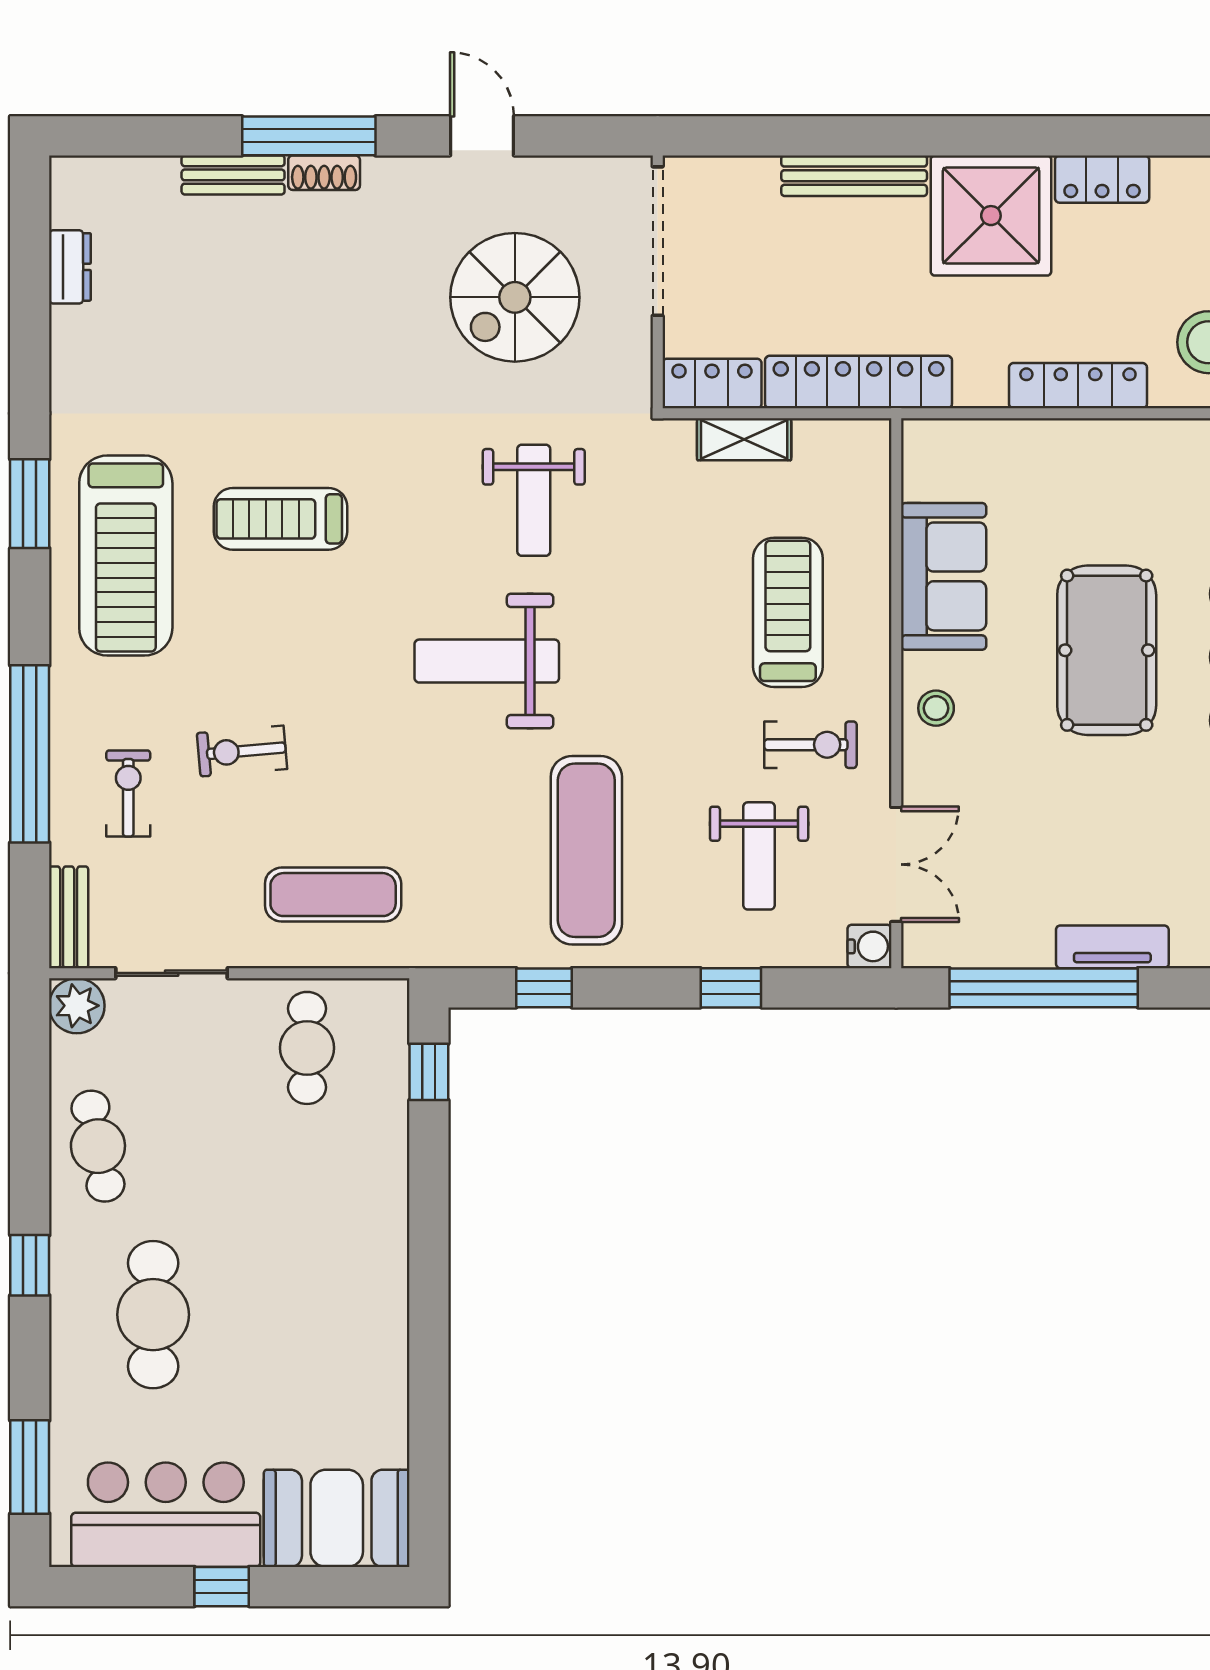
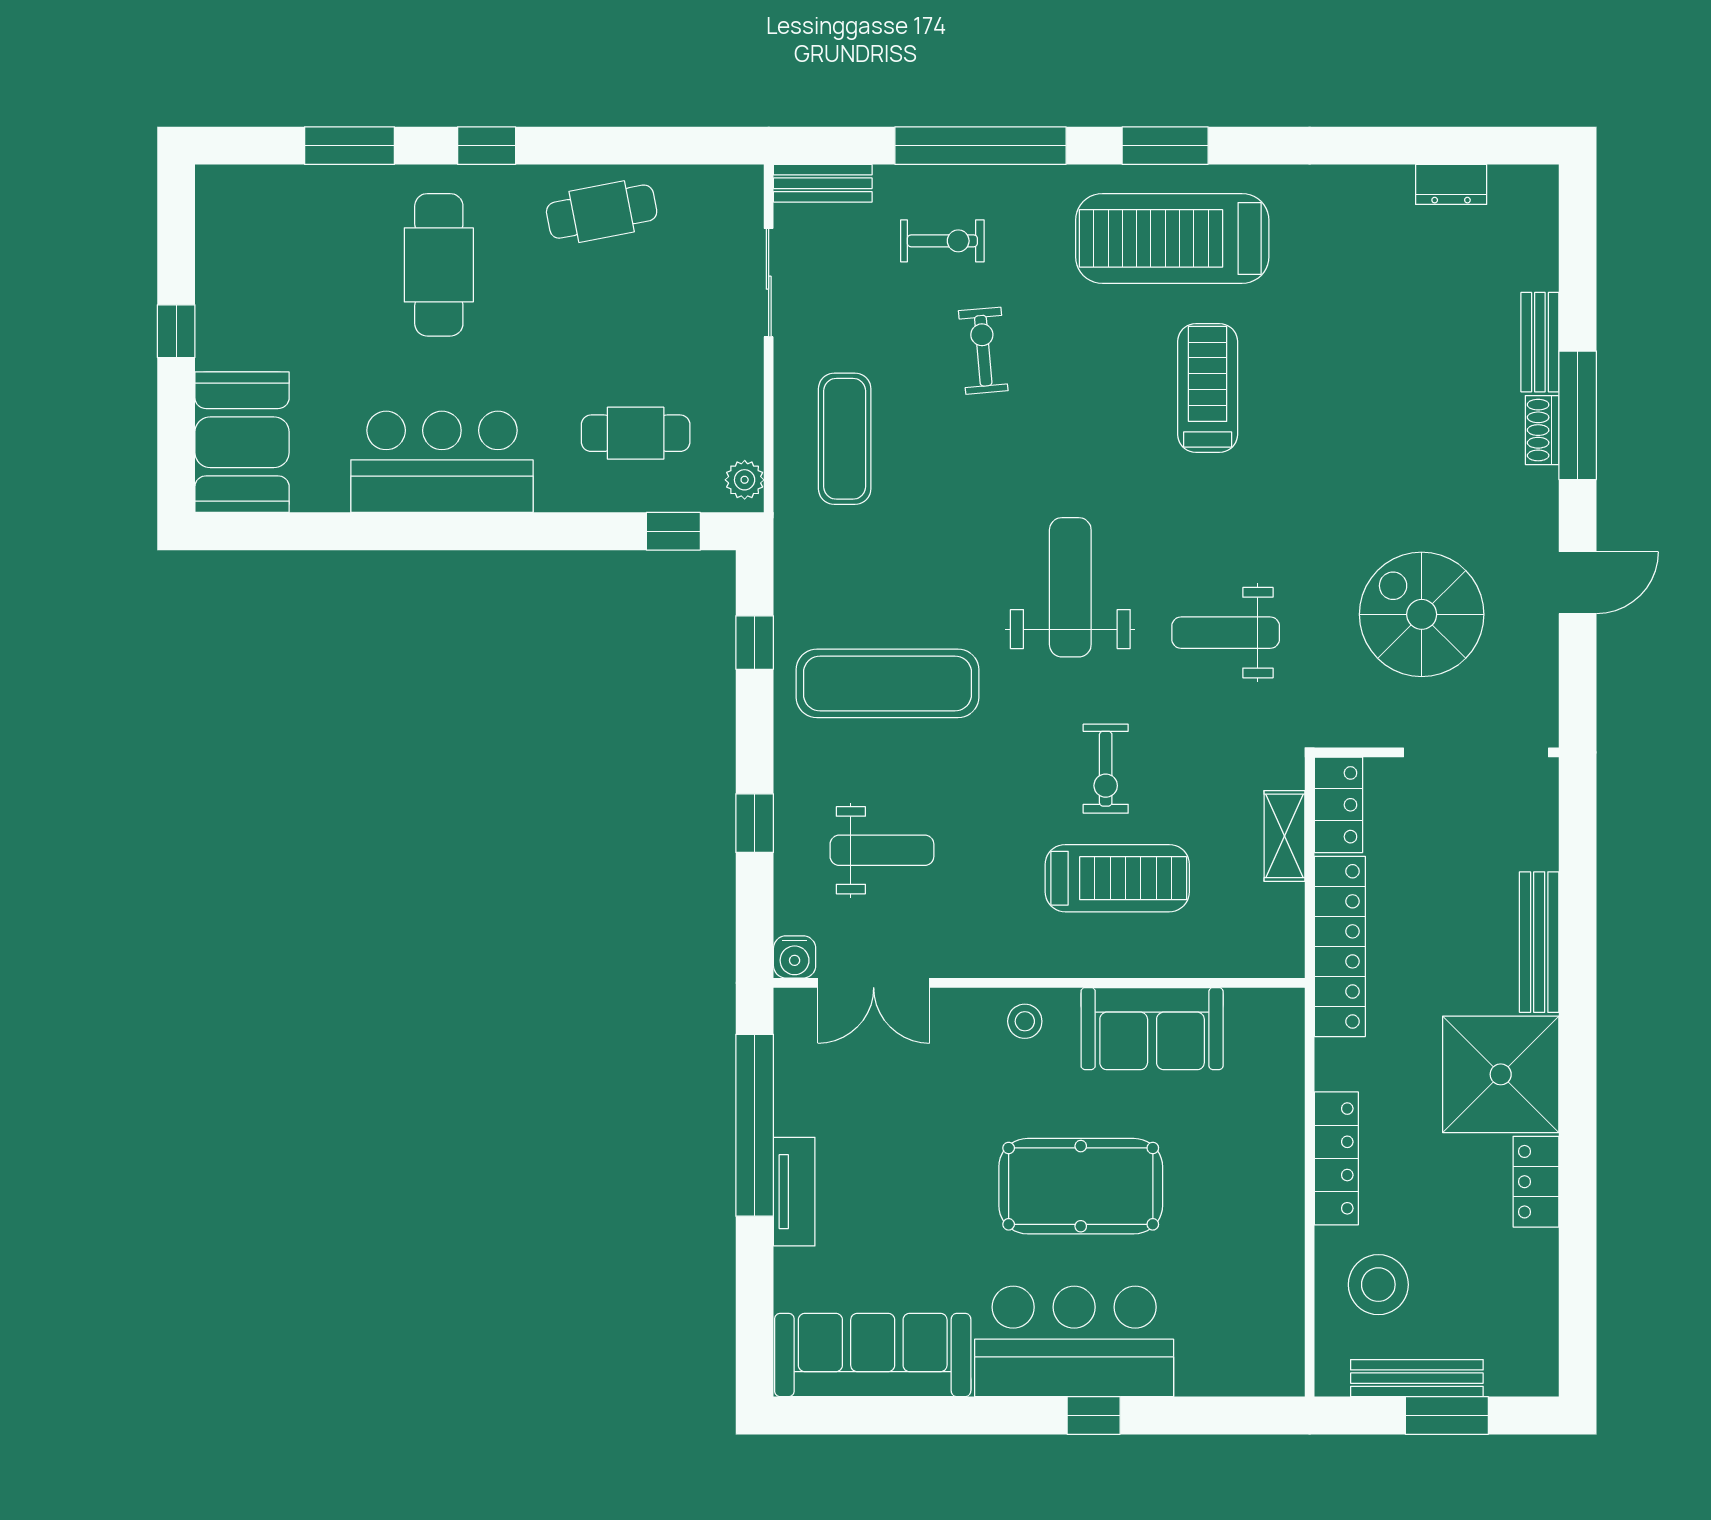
window: (30, 504) -> (1165, 146), moved
exercise bike: (811, 745) -> (1106, 769), moved
weight bench: (759, 856) -> (882, 850), turned 180
plant: (77, 1006) -> (745, 480), moved, width x0.73, depth x0.73
cafe table: (307, 1048) -> (636, 433), moved
cafe table: (153, 1315) -> (439, 265), turned 90
window: (30, 1467) -> (349, 146), moved
bar counter: (166, 1515) -> (442, 462), moved, turned -90

